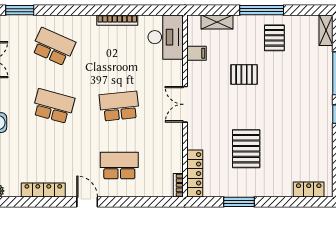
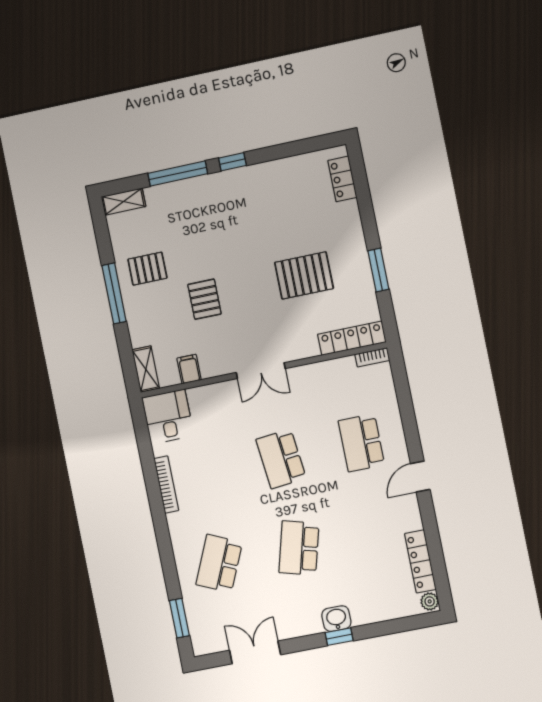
shelving: (217, 22) -> (146, 369), moved
desk: (166, 37) -> (168, 417), width x0.73
locker: (43, 190) -> (420, 561), moved

